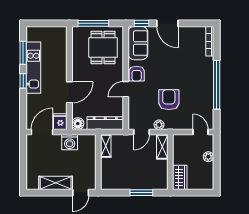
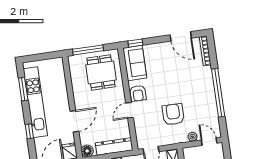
door: (167, 23) -> (181, 36), moved
kitchen unit: (33, 68) -> (35, 102), width x1.36
window: (23, 81) -> (29, 131), moved
plant: (159, 125) -> (193, 137), moved

